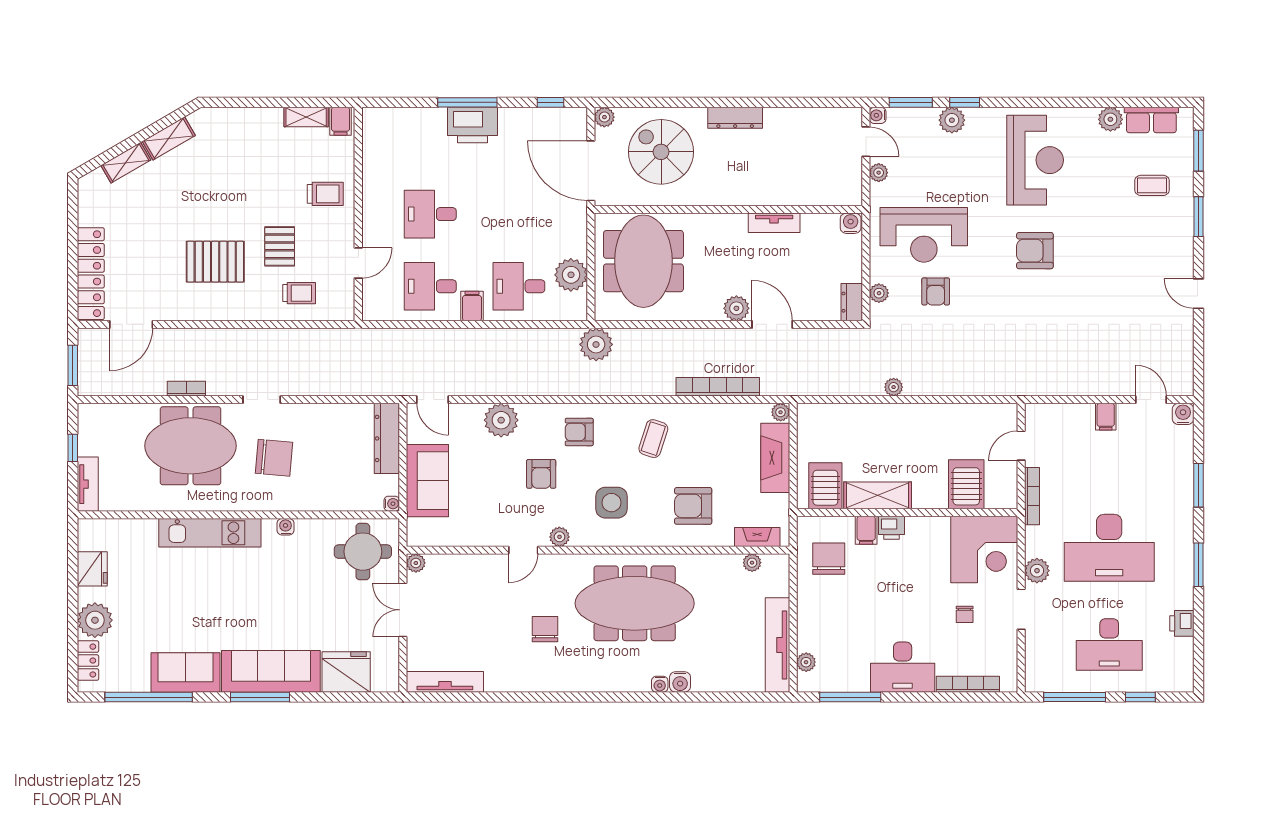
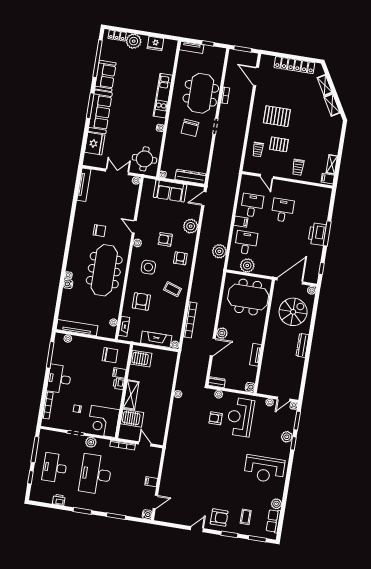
armchair: (1035, 251) -> (219, 517), moved, turned 90
pallet: (215, 262) -> (277, 116), turned 90
locker: (91, 274) -> (294, 65), moved
plant: (596, 344) -> (219, 251), moved
shelving: (878, 495) -> (131, 395), moved

